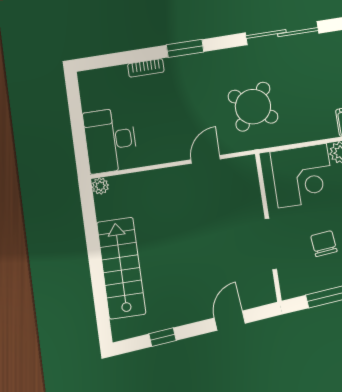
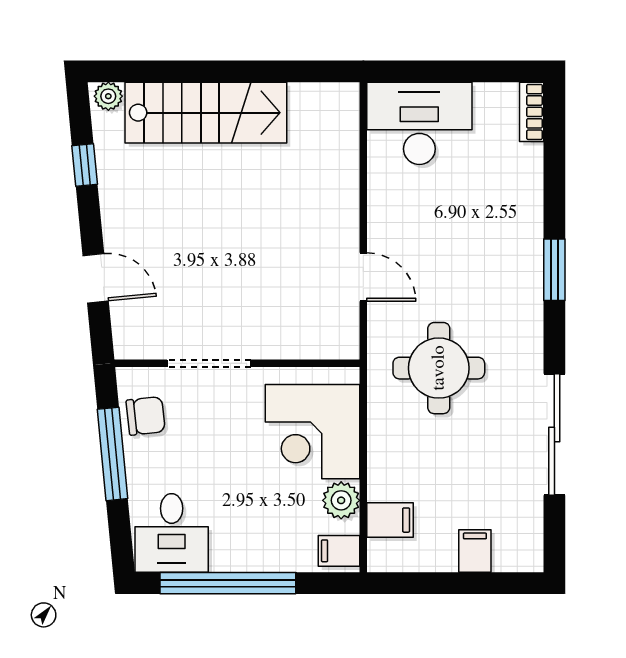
bookcase: (146, 68) -> (532, 112), moved
round table: (253, 107) -> (439, 368), turned -38
plant: (100, 186) -> (108, 96), moved
chair: (324, 244) -> (146, 416), moved

